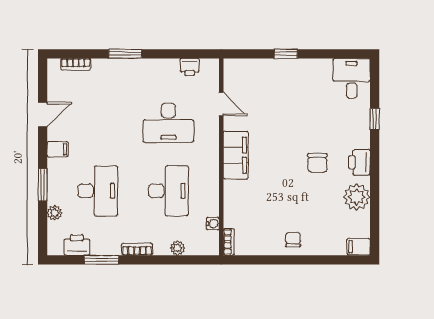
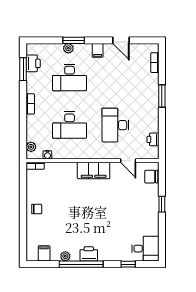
door: (221, 104) -> (128, 161), hinge flipped
window: (375, 119) -> (128, 264), moved
chair: (317, 163) -> (151, 177), moved
window: (375, 174) -> (81, 264), added
plant: (357, 197) -> (65, 256), width x0.53, depth x0.53
plant: (55, 213) -> (68, 48), moved
filing cabinet: (359, 247) -> (44, 253), moved
plant: (178, 248) -> (31, 147), moved
window: (101, 260) -> (23, 69), moved

